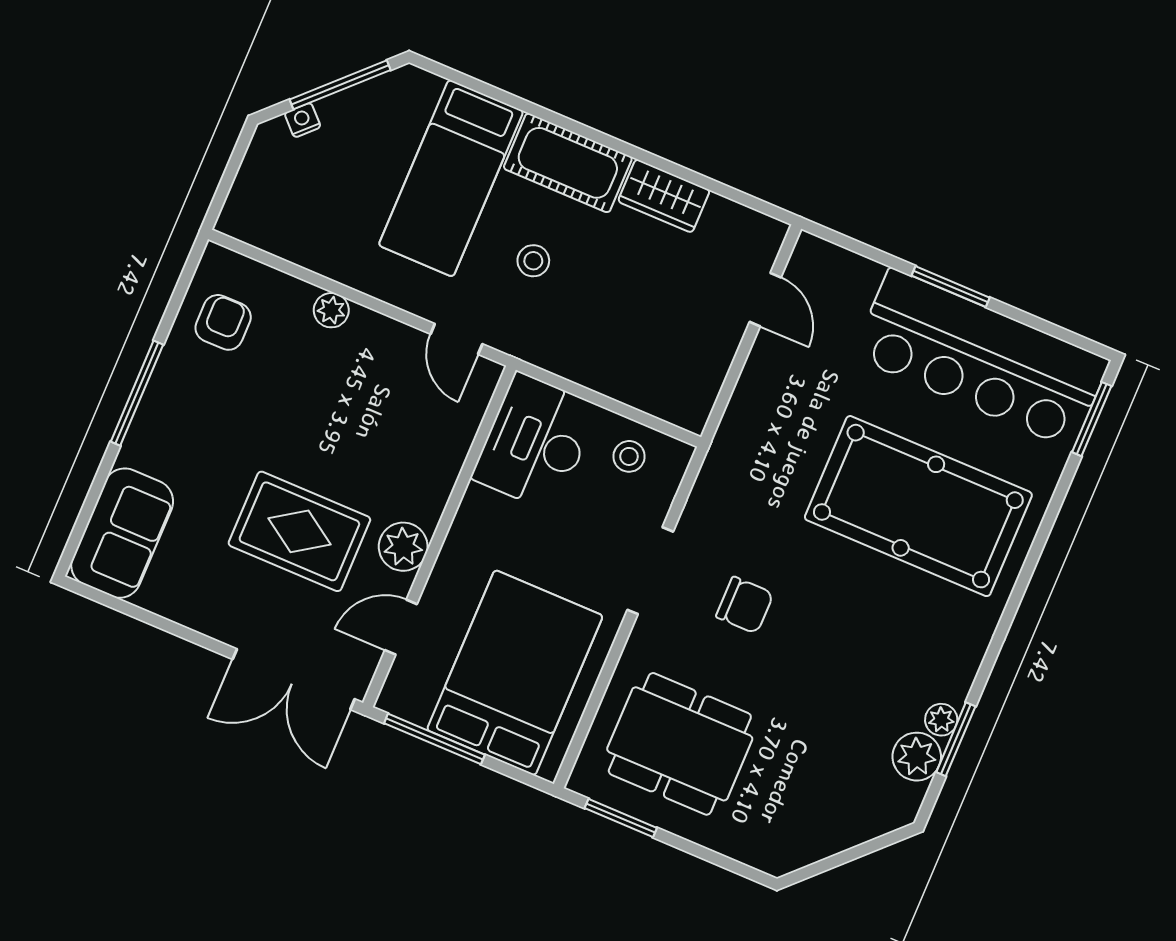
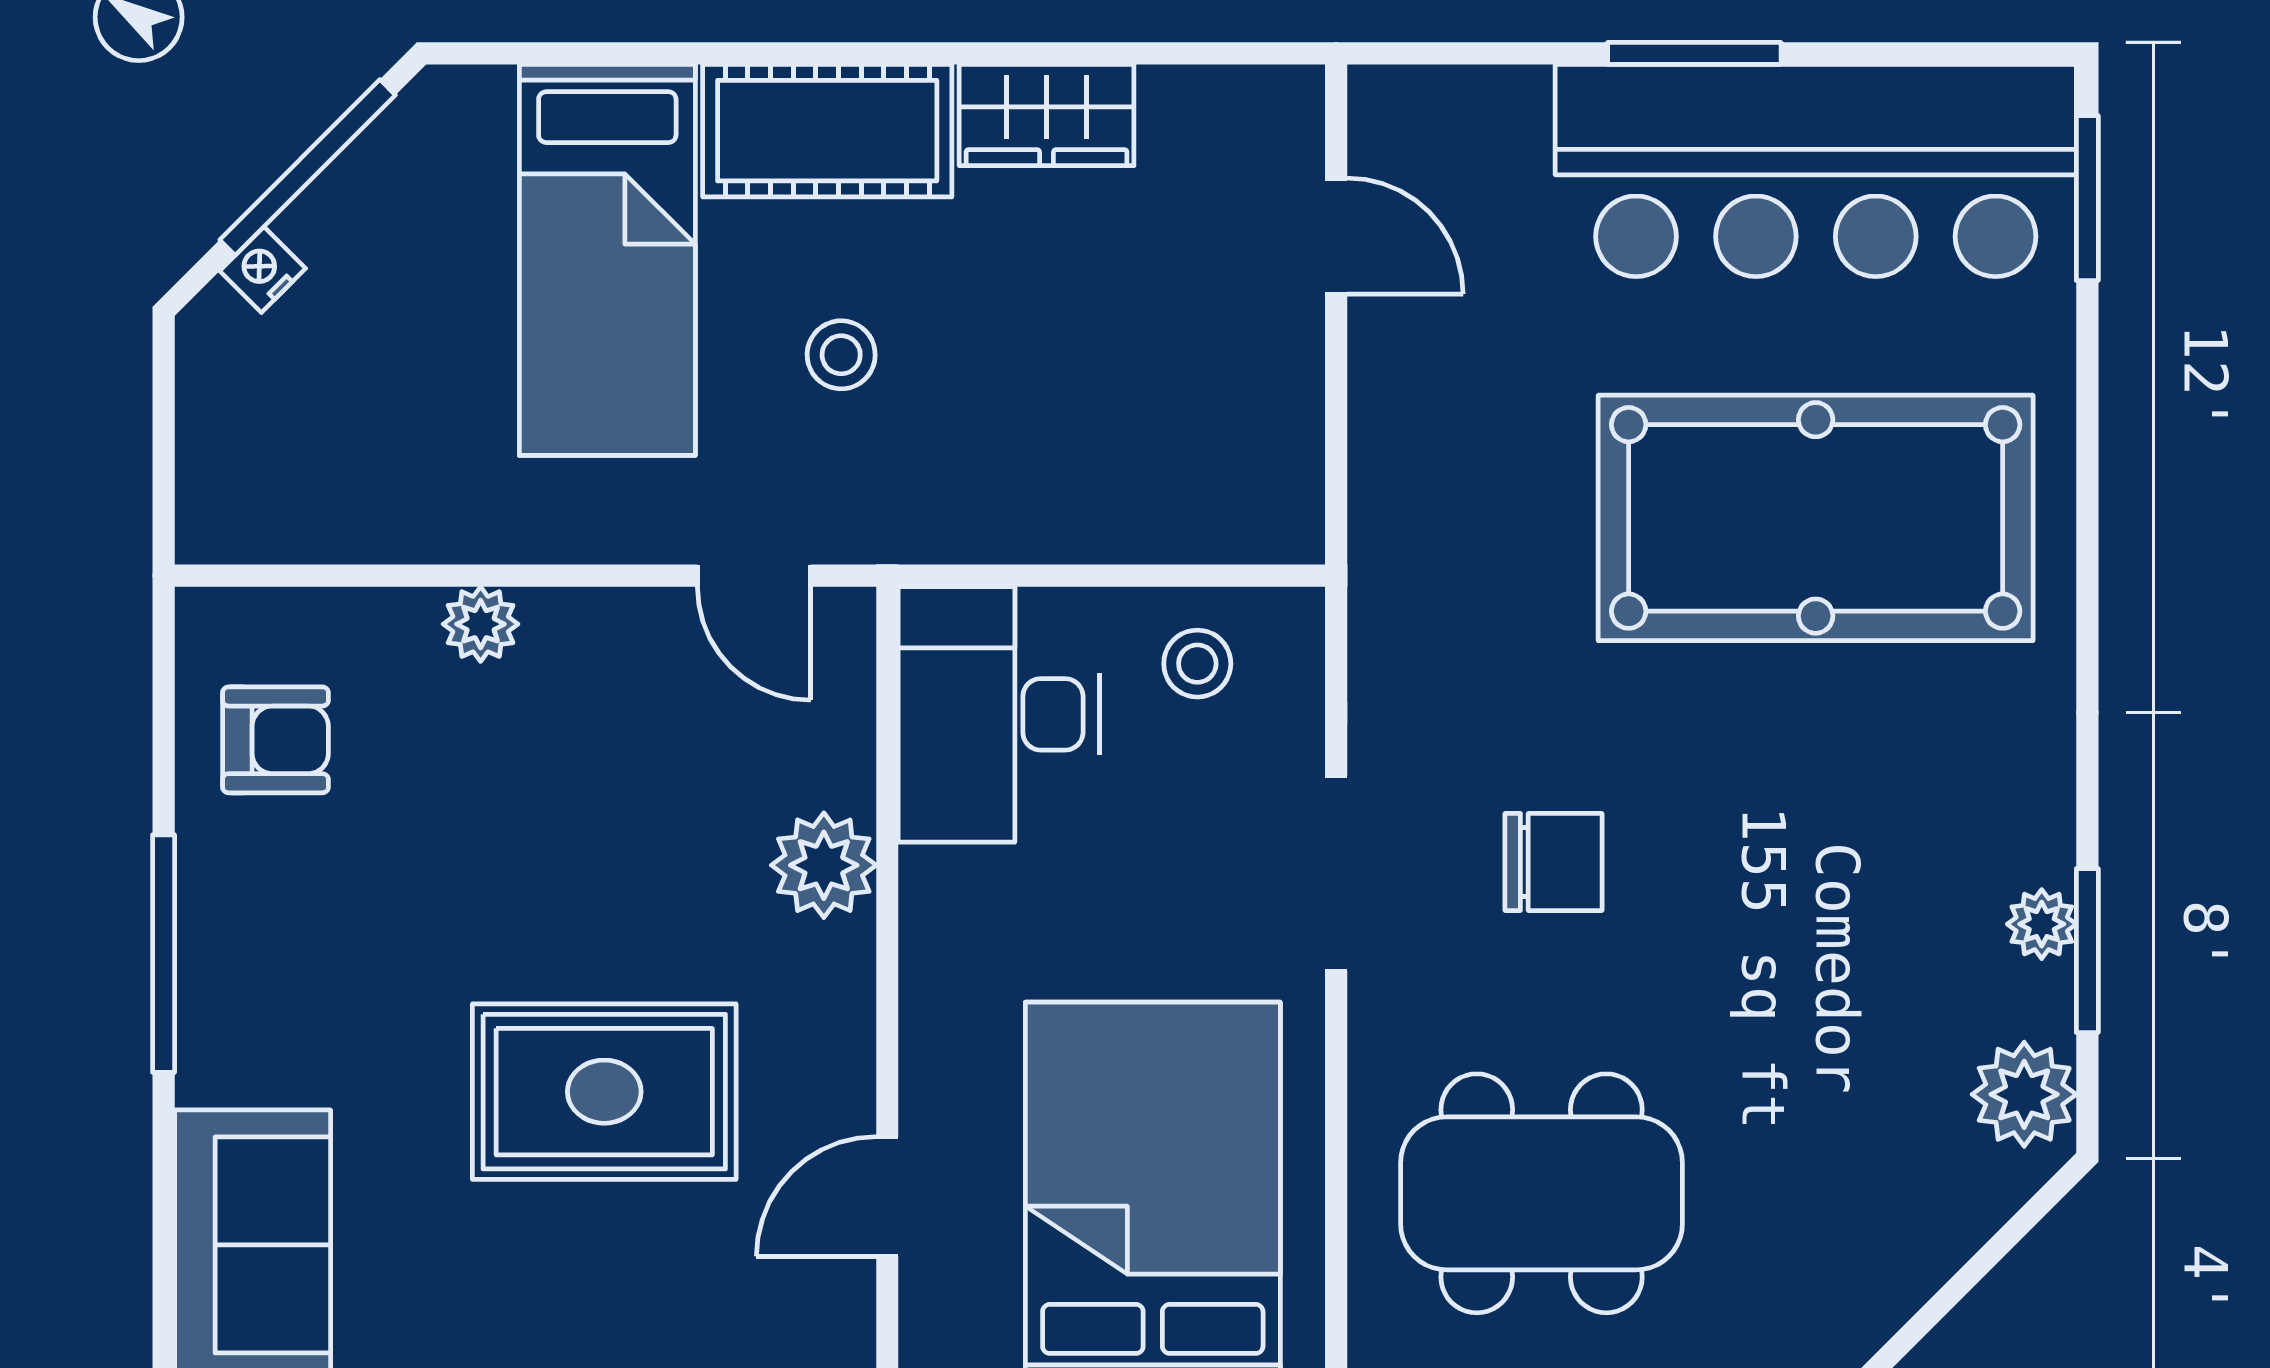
armchair: (223, 322) -> (275, 740), turned 90
plant: (403, 547) -> (824, 865), moved
plant: (917, 757) -> (2024, 1094), moved

